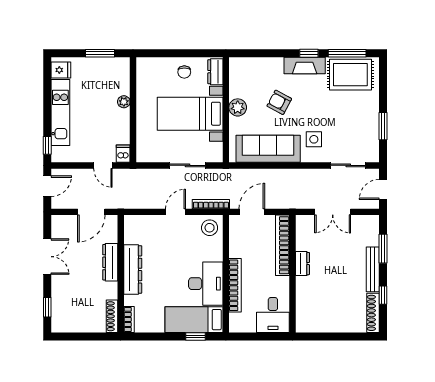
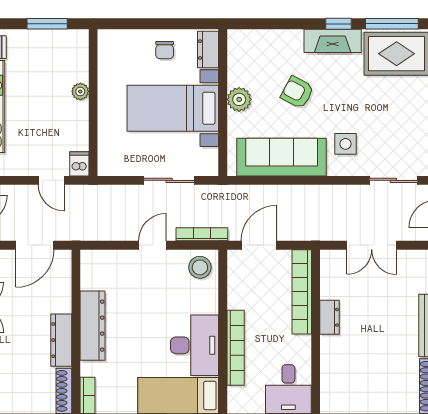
dresser: (110, 262) -> (61, 340), moved

